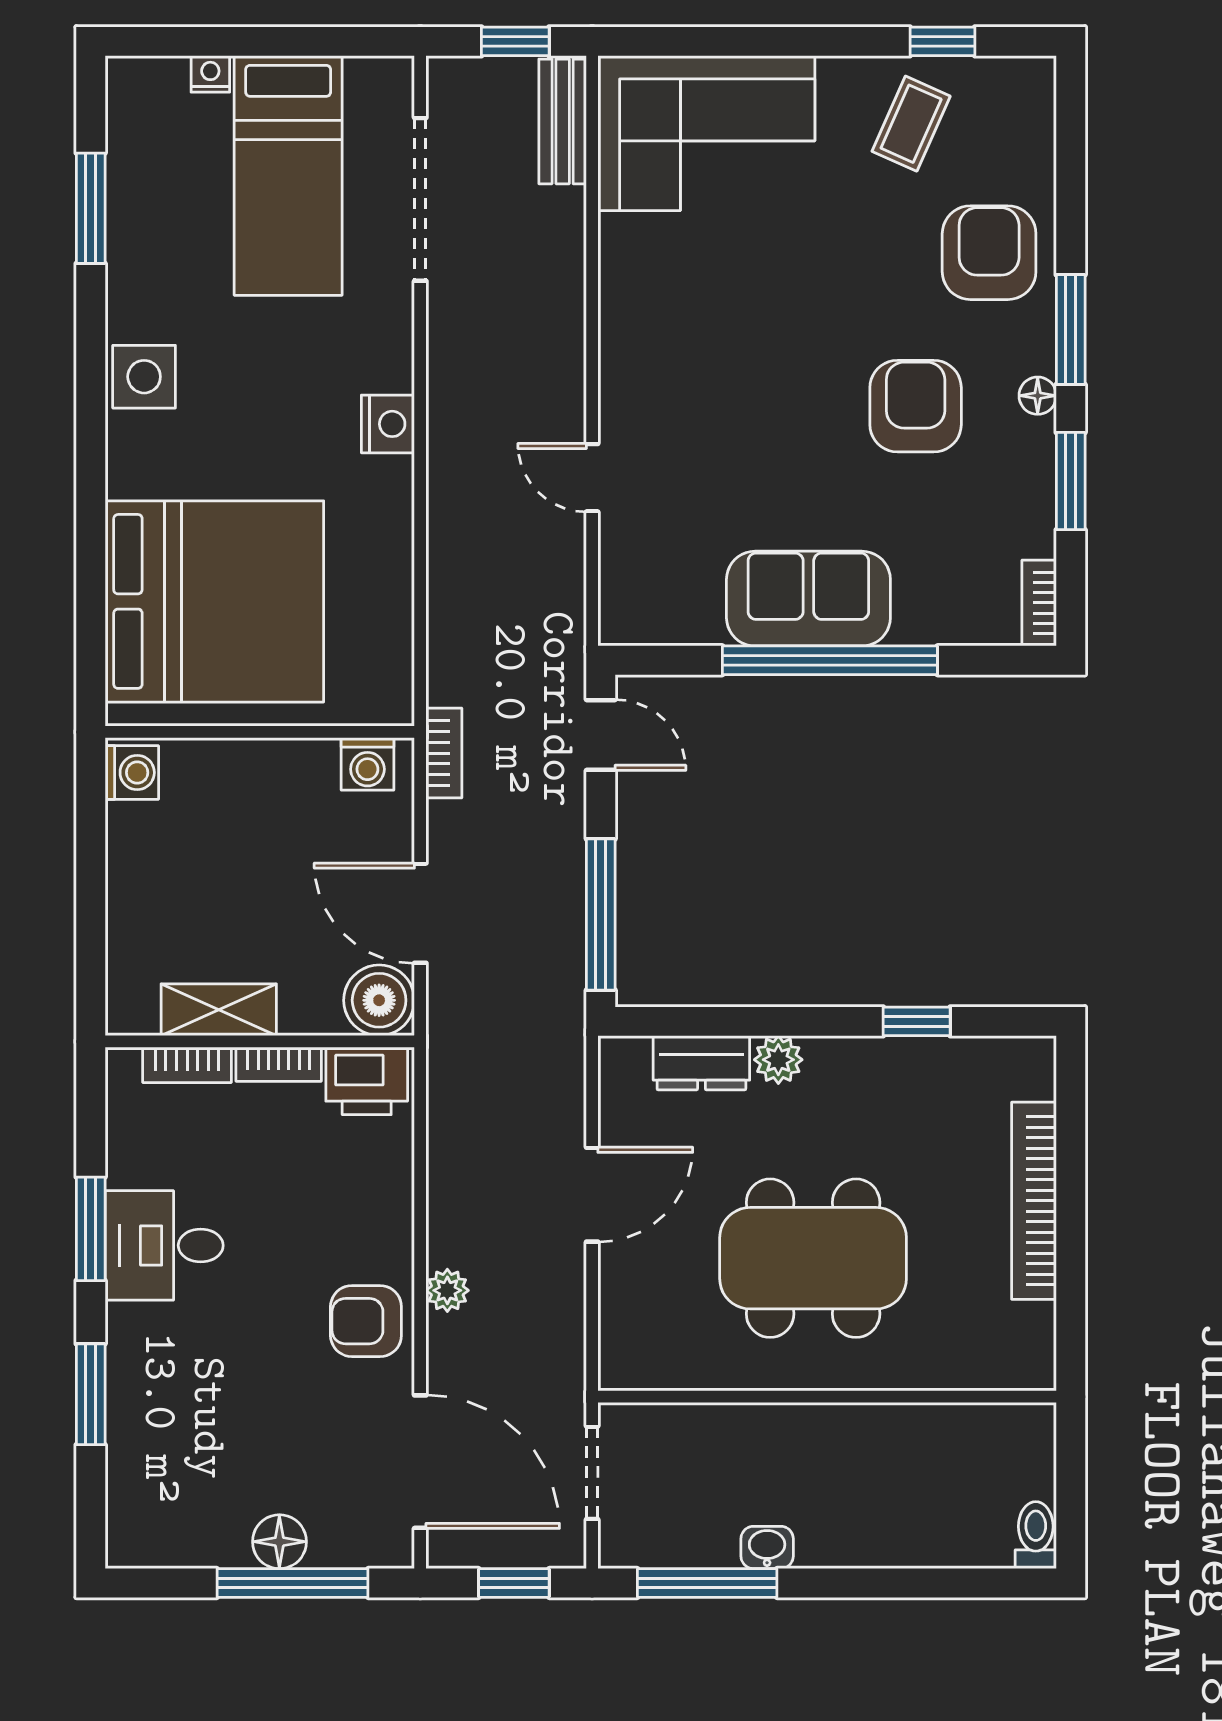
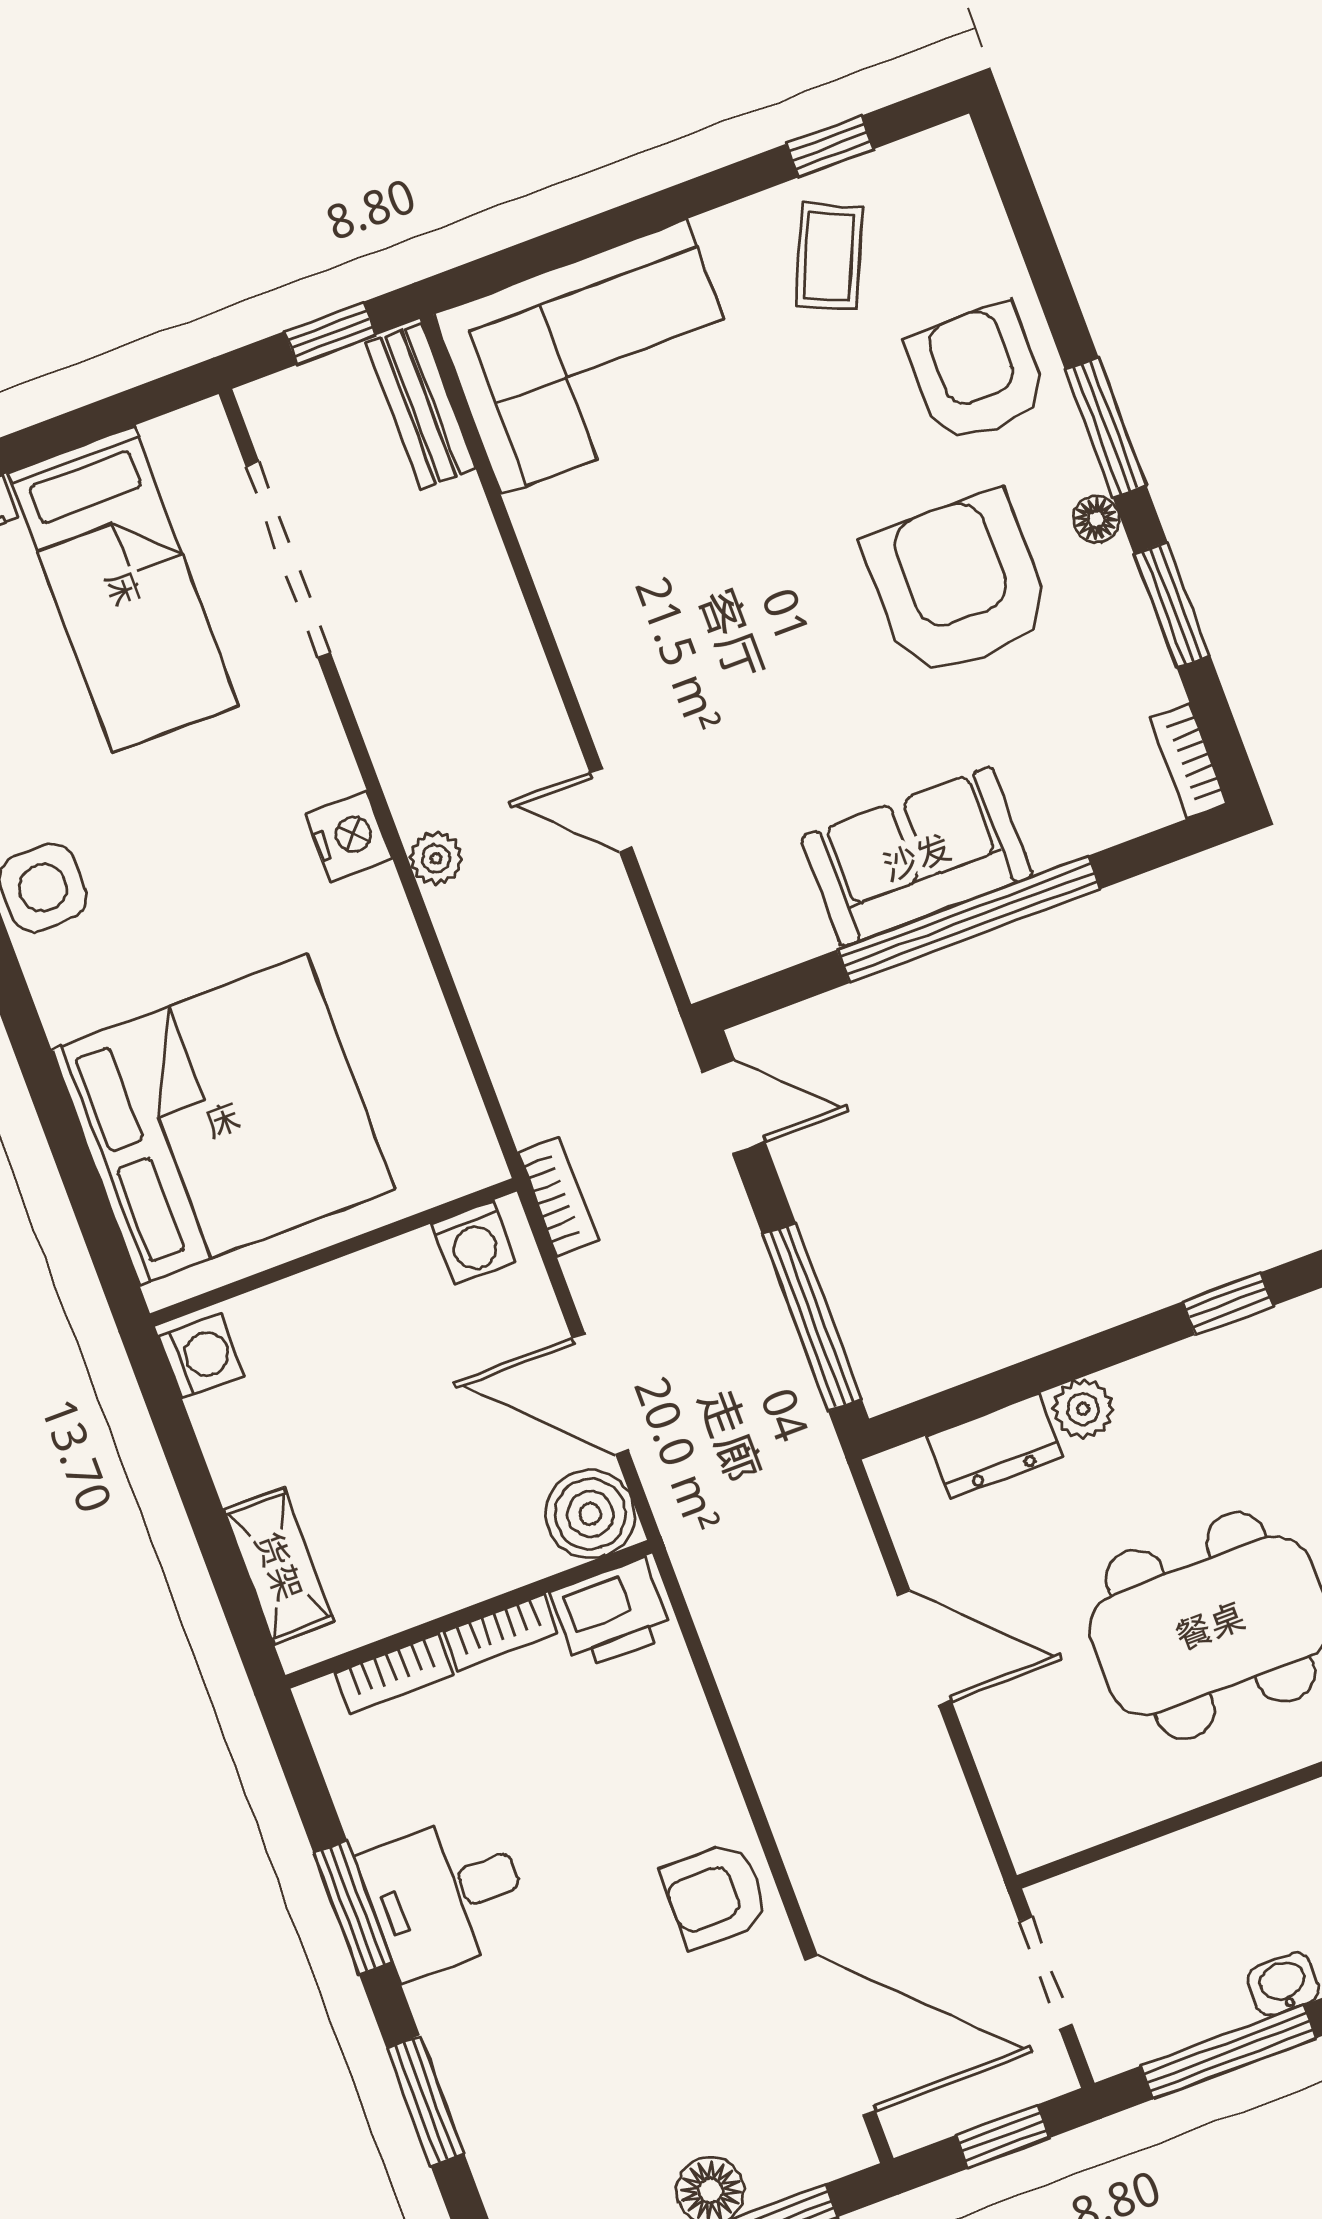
armchair: (916, 406) -> (958, 585), width x1.36, depth x1.36
shelving: (219, 1010) -> (279, 1566), moved, turned 90
door: (592, 1195) -> (924, 1648), hinge flipped
plant: (447, 1290) -> (436, 858), moved

